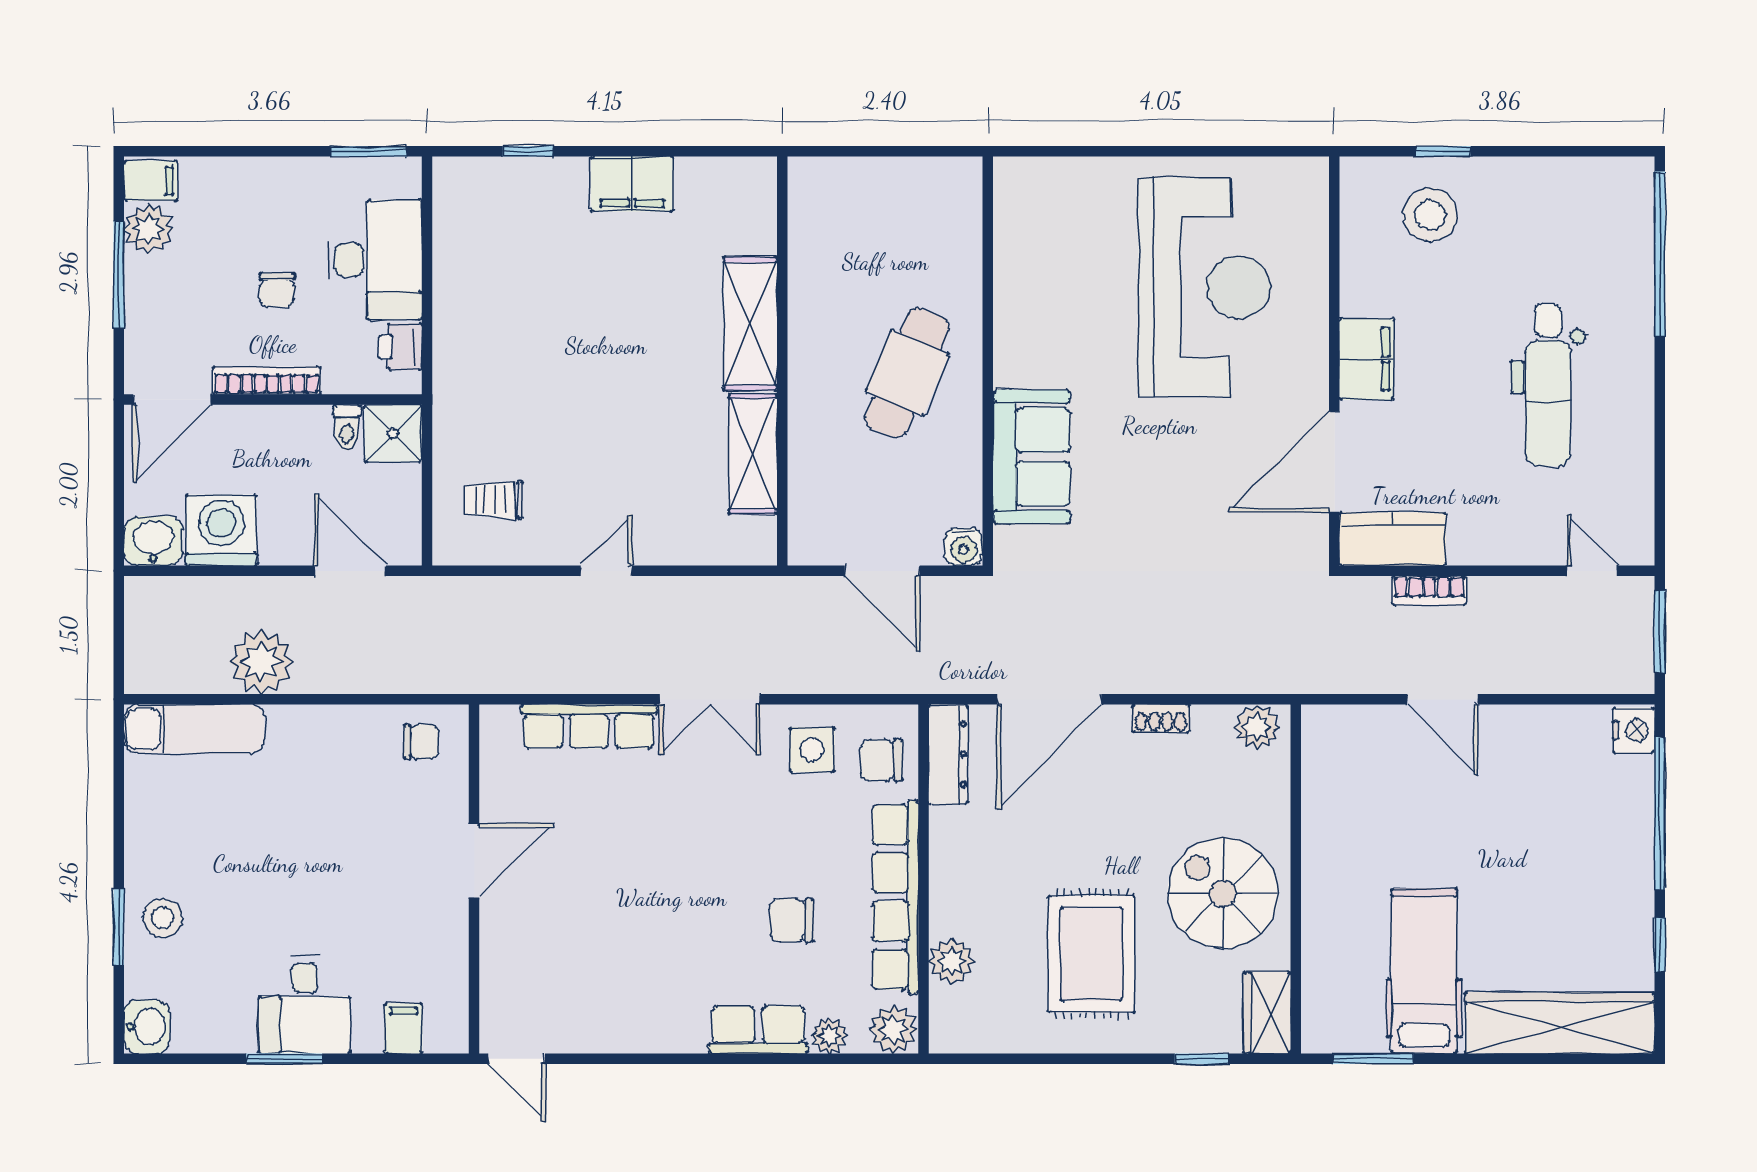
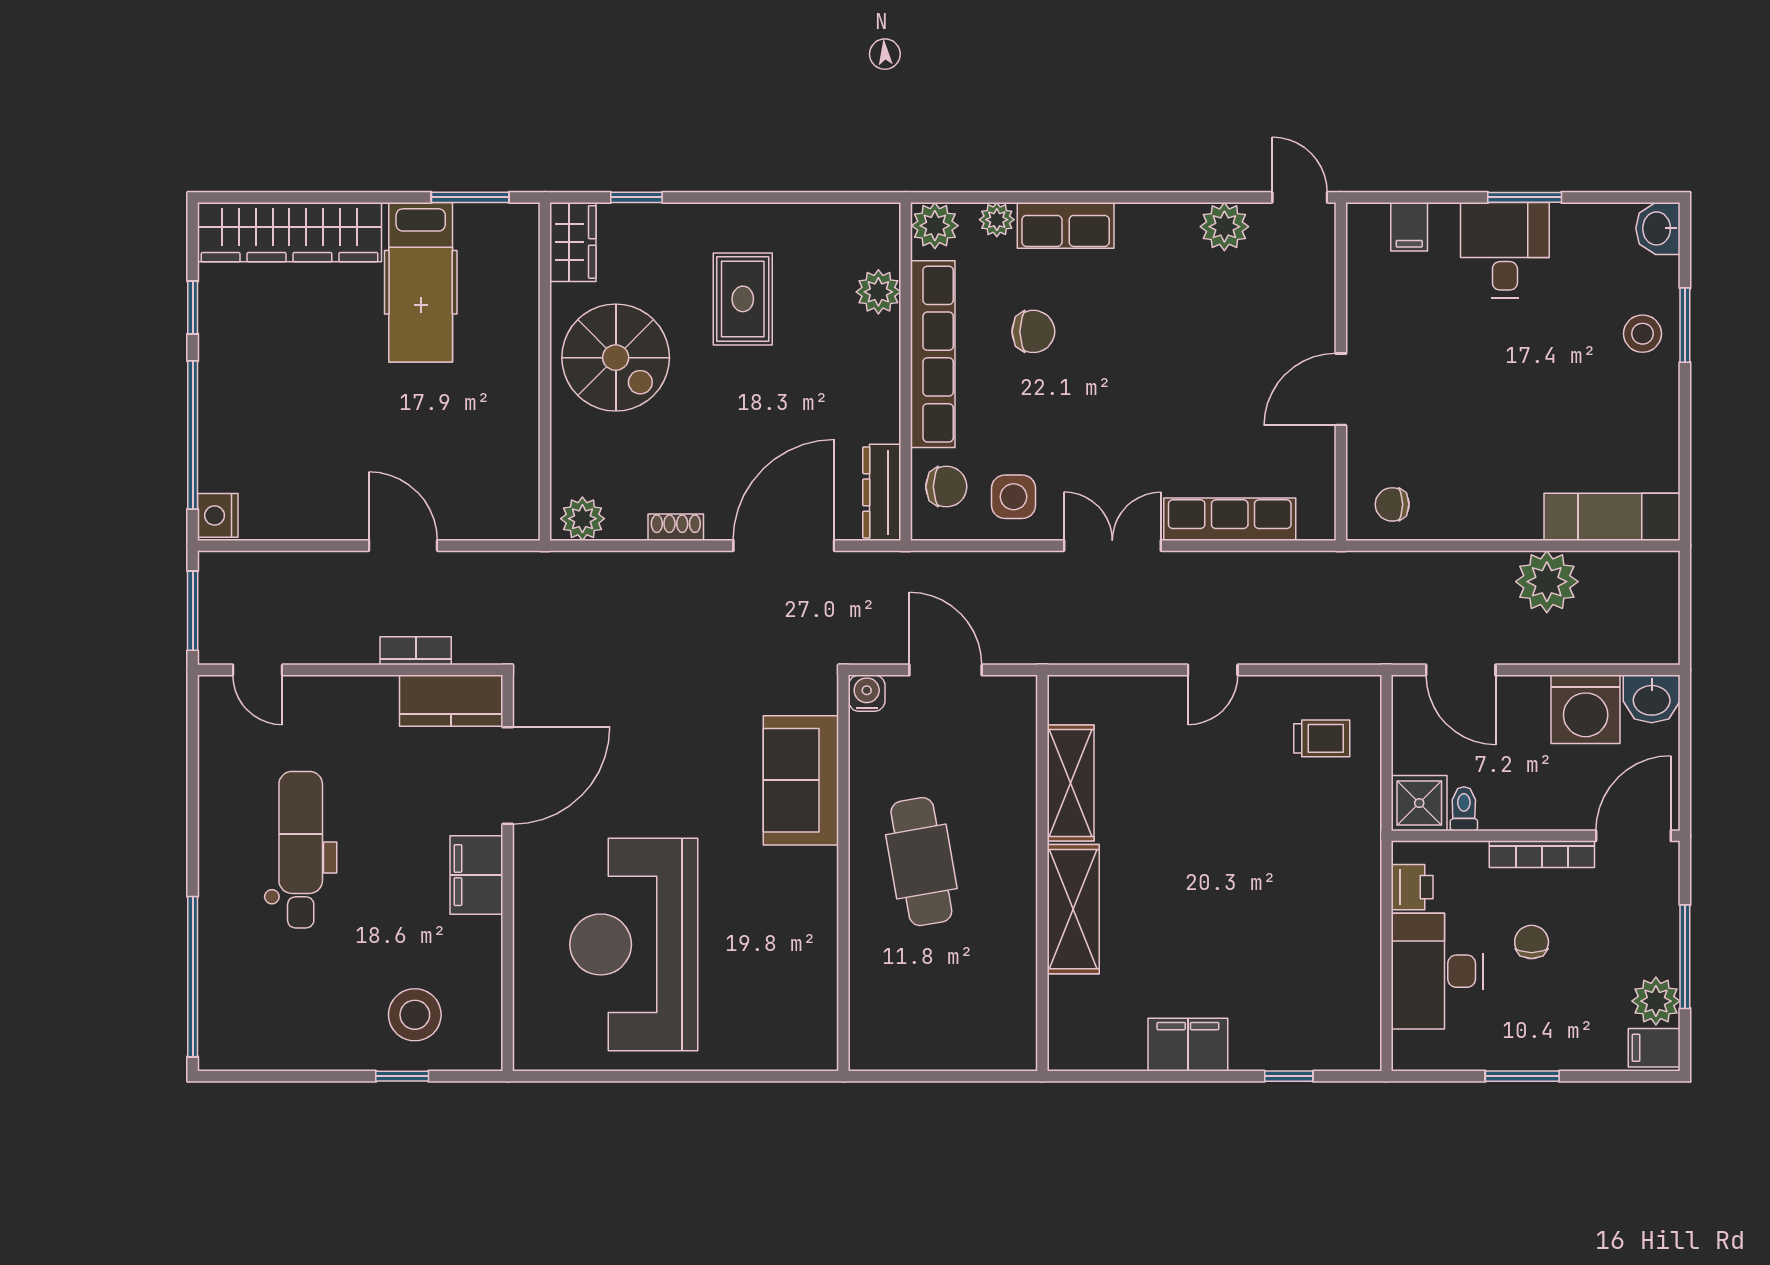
window: (369, 151) -> (1522, 1076), moved
cafe table: (907, 373) -> (921, 862), turned -33
rug: (1092, 954) -> (743, 299), width x0.73, depth x0.70
plant: (594, 1029) -> (1224, 227), added

